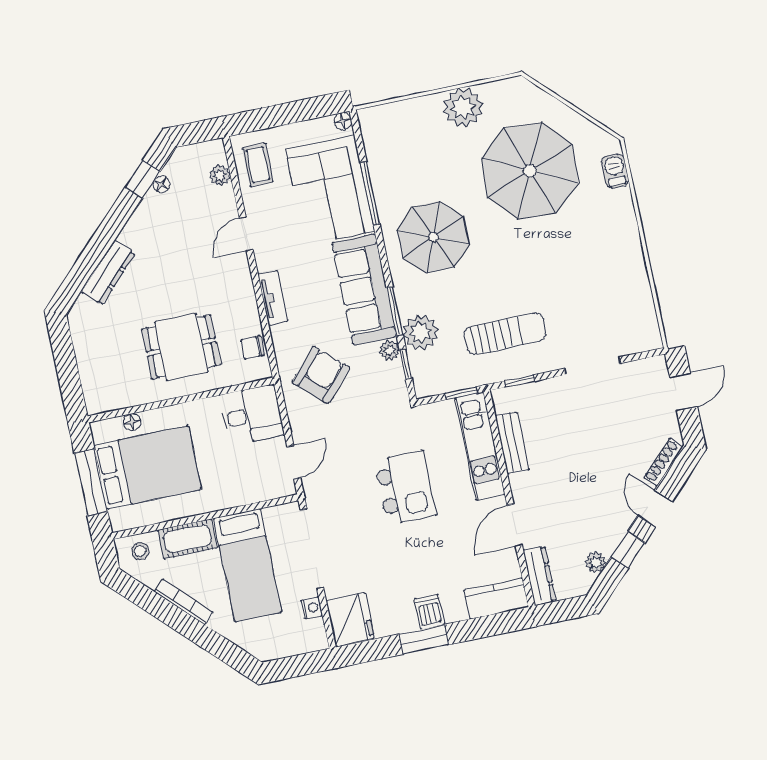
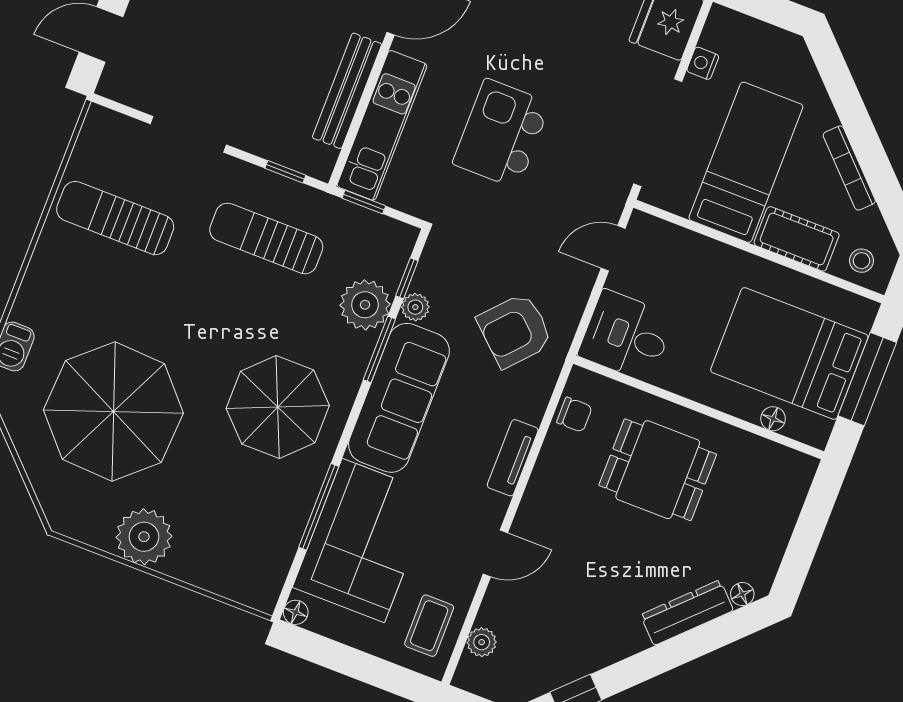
floor lamp: (161, 184) -> (742, 594), moved
sun lounger: (604, 287) -> (115, 218), added
bench: (512, 443) -> (347, 91), width x1.36

